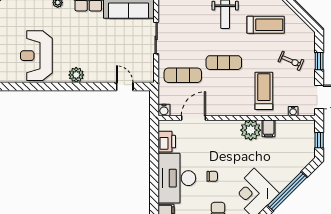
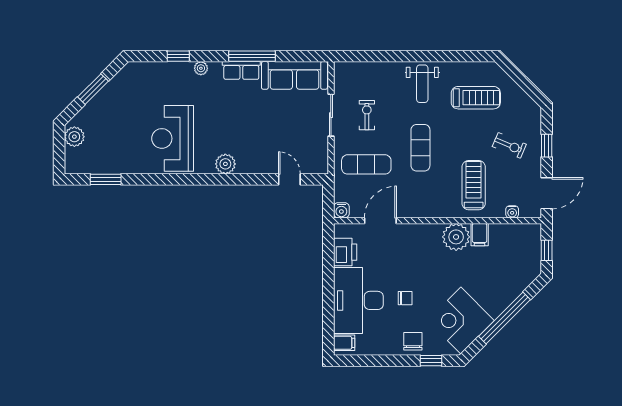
exercise bike: (183, 38) -> (367, 115), added
exercise mat: (224, 63) -> (420, 148), turned 90

